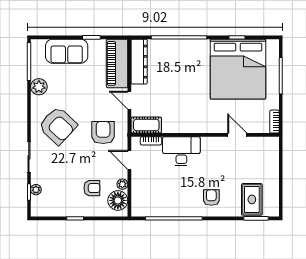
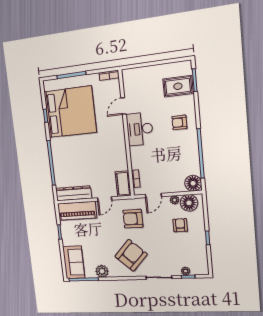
sofa: (67, 51) -> (74, 262), moved
desk: (181, 151) -> (140, 129), moved
floor lamp: (140, 207) -> (193, 183), added

